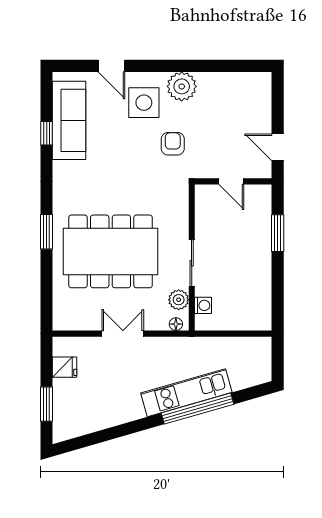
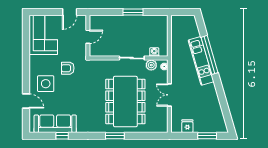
door: (112, 66) -> (26, 101), hinge flipped
plant: (182, 86) -> (37, 63), removed
corner sofa: (235, 98) -> (43, 35), added
window: (278, 233) -> (133, 12), moved

